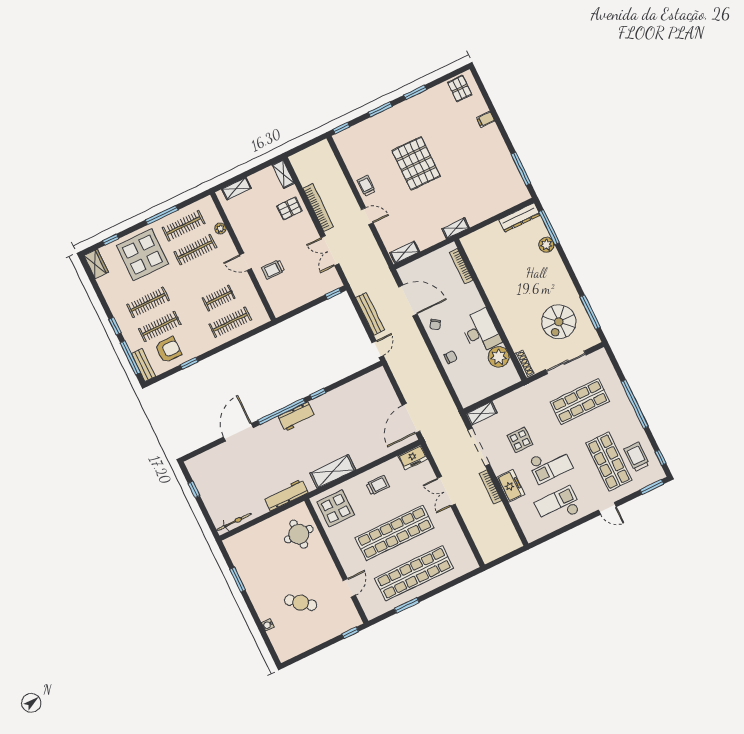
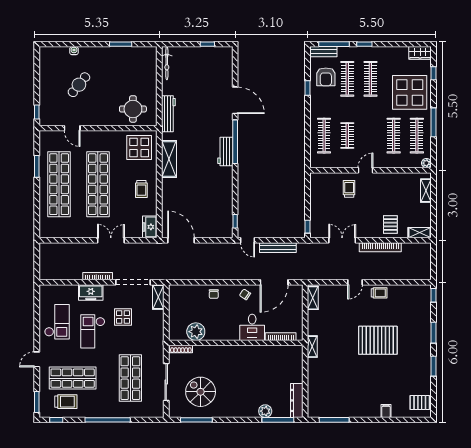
plant: (220, 228) -> (426, 163), moved
desk: (481, 331) -> (252, 327), moved, width x0.73
window: (318, 394) -> (235, 221), moved

